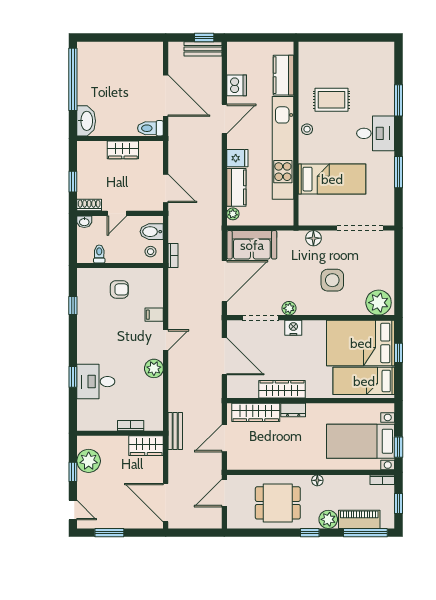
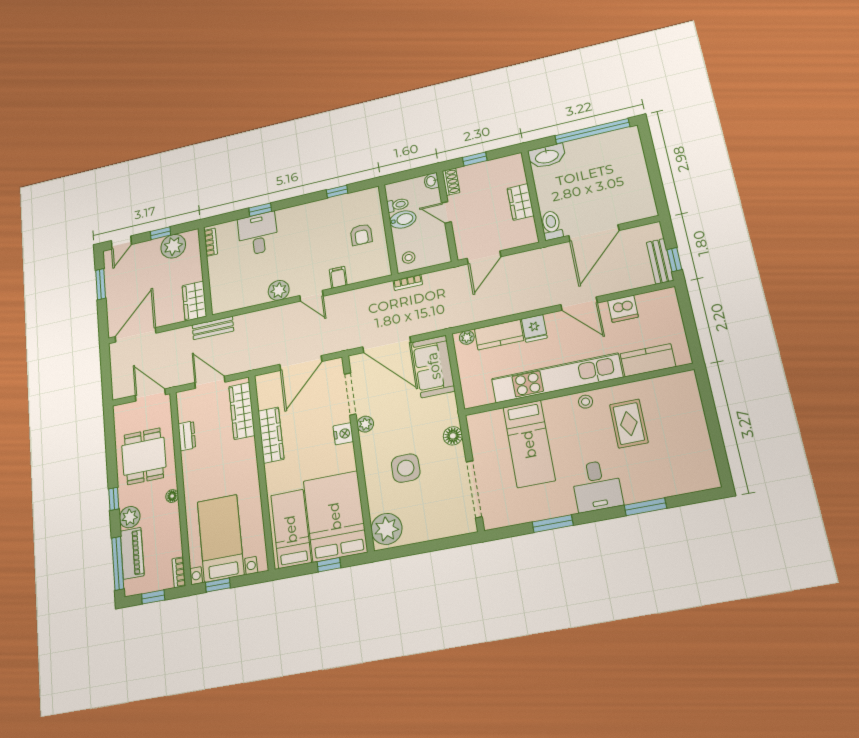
bidet: (152, 232) -> (403, 220), moved, turned 90
dresser: (293, 410) -> (187, 436), moved, turned 180
bookcase: (131, 426) -> (211, 242), moved

